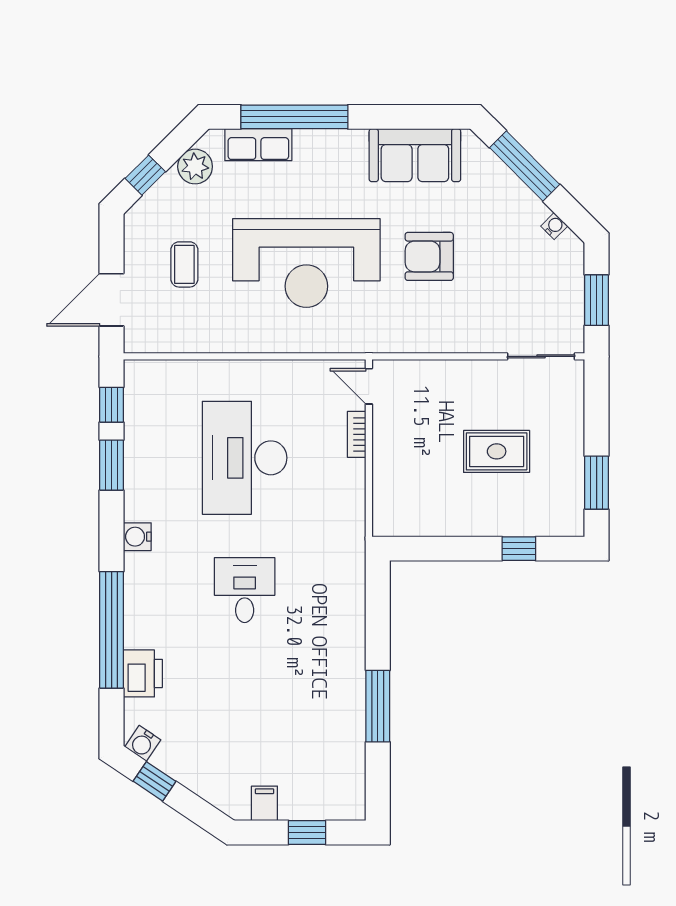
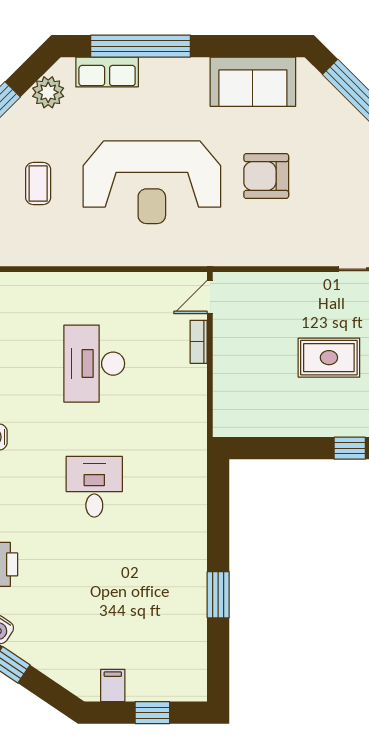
door: (369, 386) -> (210, 297), hinge flipped
desk: (245, 458) -> (94, 364), width x0.73, depth x0.77
window: (378, 706) -> (218, 595), width x0.69

